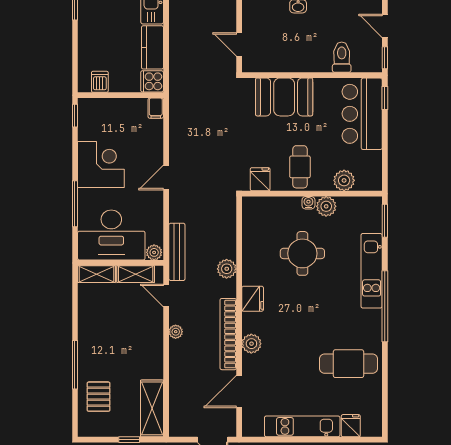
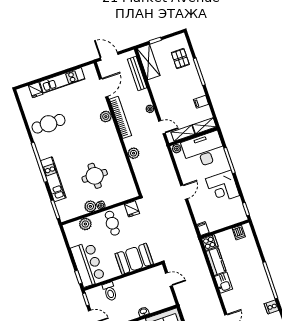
bench: (177, 252) -> (137, 74), moved
fridge: (253, 299) -> (114, 142), removed
filing cabinet: (89, 315) -> (201, 102), added

